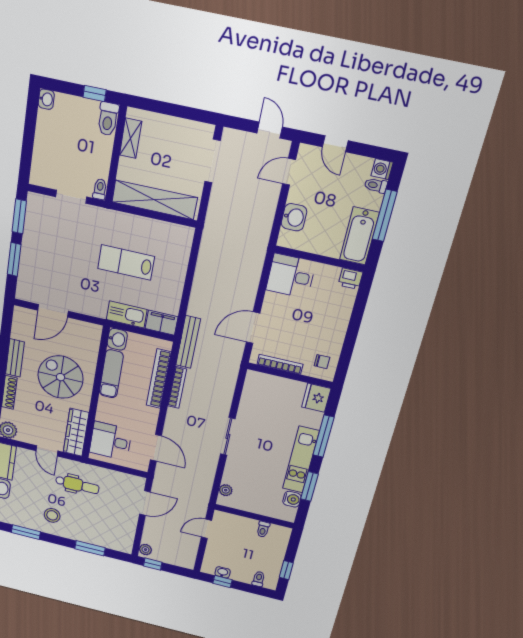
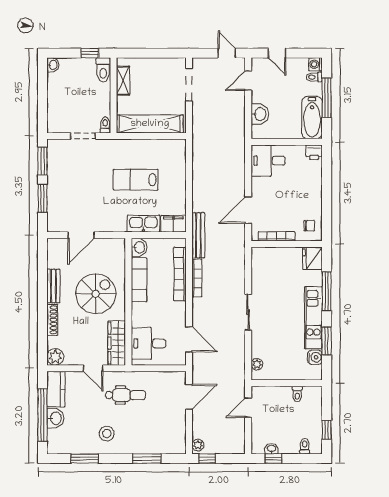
spiral stairs: (61, 377) -> (96, 294), turned 90

